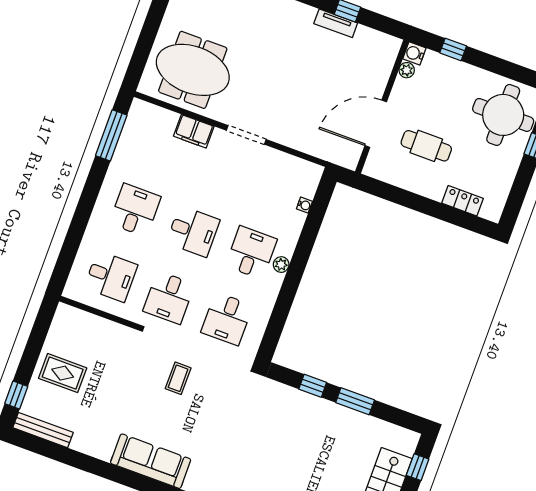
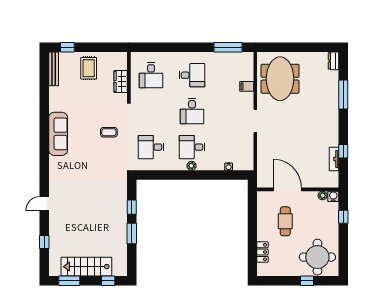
tv unit: (336, 23) -> (334, 159), moved
filing cabinet: (194, 131) -> (247, 86), width x0.50
desk: (251, 253) -> (192, 147), turned 180
desk: (169, 298) -> (151, 111), removed
wardrobe: (103, 329) -> (121, 81), added

